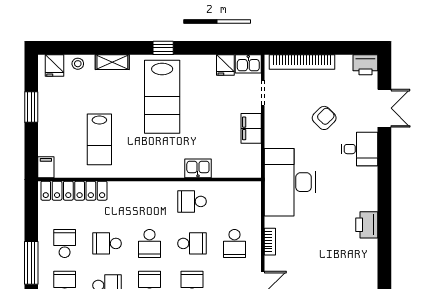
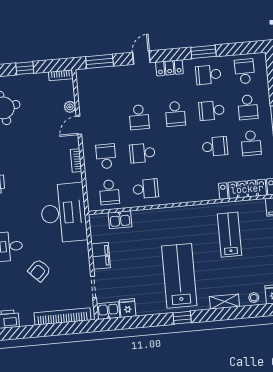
kitchen sink: (198, 168) -> (120, 220), moved
school desk: (150, 243) -> (109, 192), moved, turned 180

